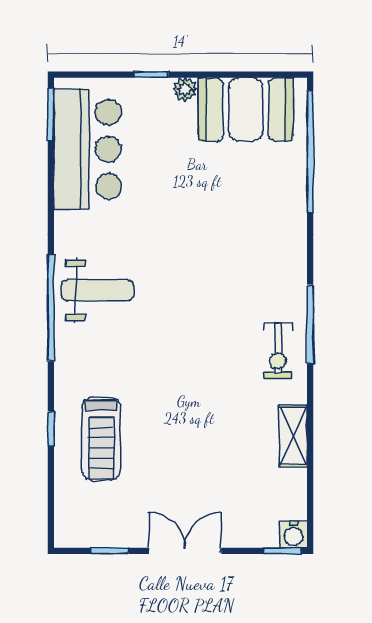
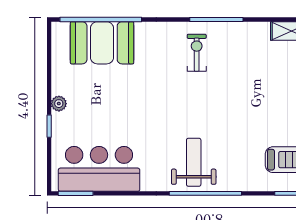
booth: (246, 109) -> (102, 43), moved, turned 90
exercise bike: (278, 351) -> (197, 53), moved, turned -90

